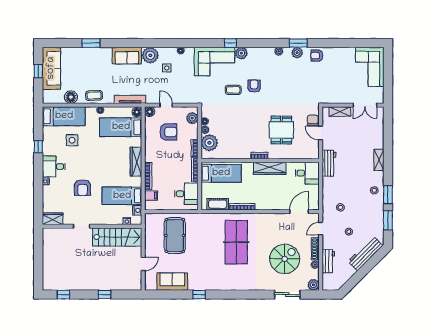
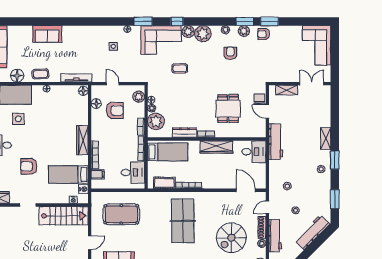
window: (91, 43) -> (143, 21), moved
window: (323, 43) -> (269, 21), added
plant: (150, 55) -> (203, 34), moved
sofa: (127, 56) -> (47, 34), moved
armchair: (254, 86) -> (230, 53), moved
double door: (365, 105) -> (312, 84), swing flipped
floor lamp: (150, 112) -> (96, 104), moved
bed: (121, 127) -> (67, 106), removed
dresser: (238, 154) -> (184, 133), added
workbench: (329, 163) -> (276, 142), width x1.37
armchair: (82, 188) -> (29, 166), turned 90
window: (388, 195) -> (335, 160), moved
door: (299, 212) -> (246, 190), hinge flipped
pool table: (175, 236) -> (121, 214), turned 90
spiral stairs: (285, 259) -> (231, 238), turned 180
workbench: (328, 261) -> (275, 236), width x1.38

